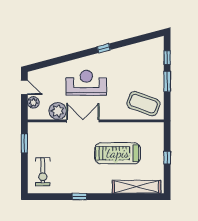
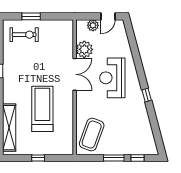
reception desk: (86, 83) -> (112, 78), turned 180
window: (24, 143) -> (31, 16), moved
exercise bike: (43, 172) -> (24, 35), turned 180

